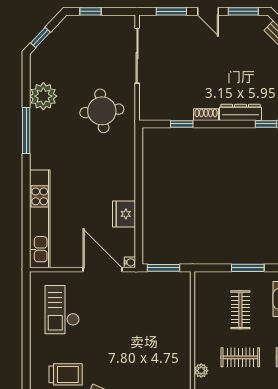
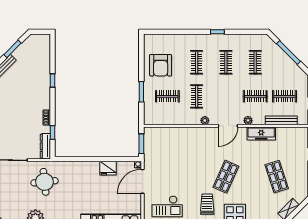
dresser: (241, 112) -> (45, 146), moved

